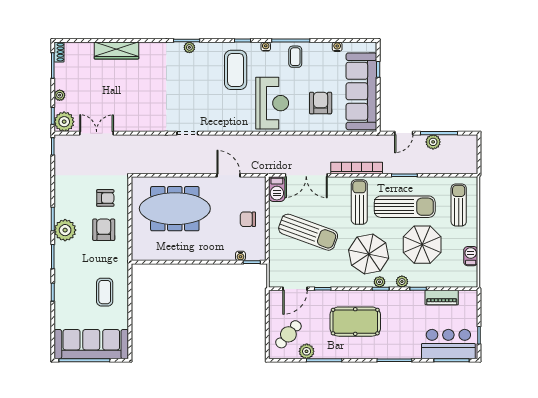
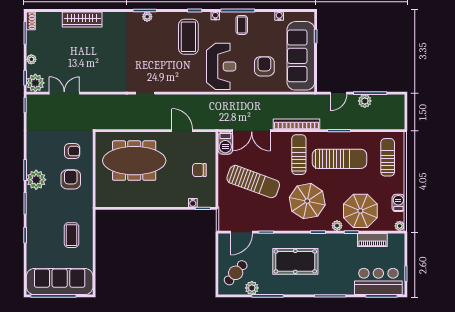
parasol: (422, 245) -> (360, 211), moved
plant: (380, 282) -> (400, 226), moved

